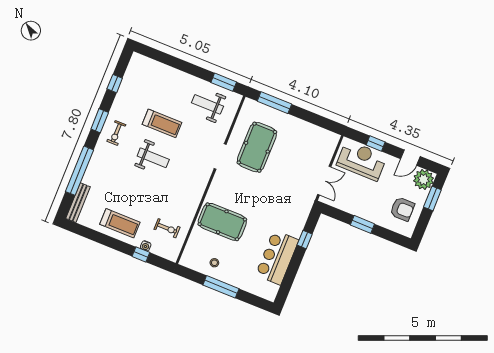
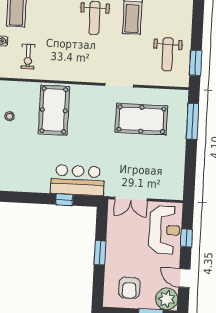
weight bench: (207, 104) -> (167, 54), turned 180
bar counter: (277, 258) -> (78, 180), moved

